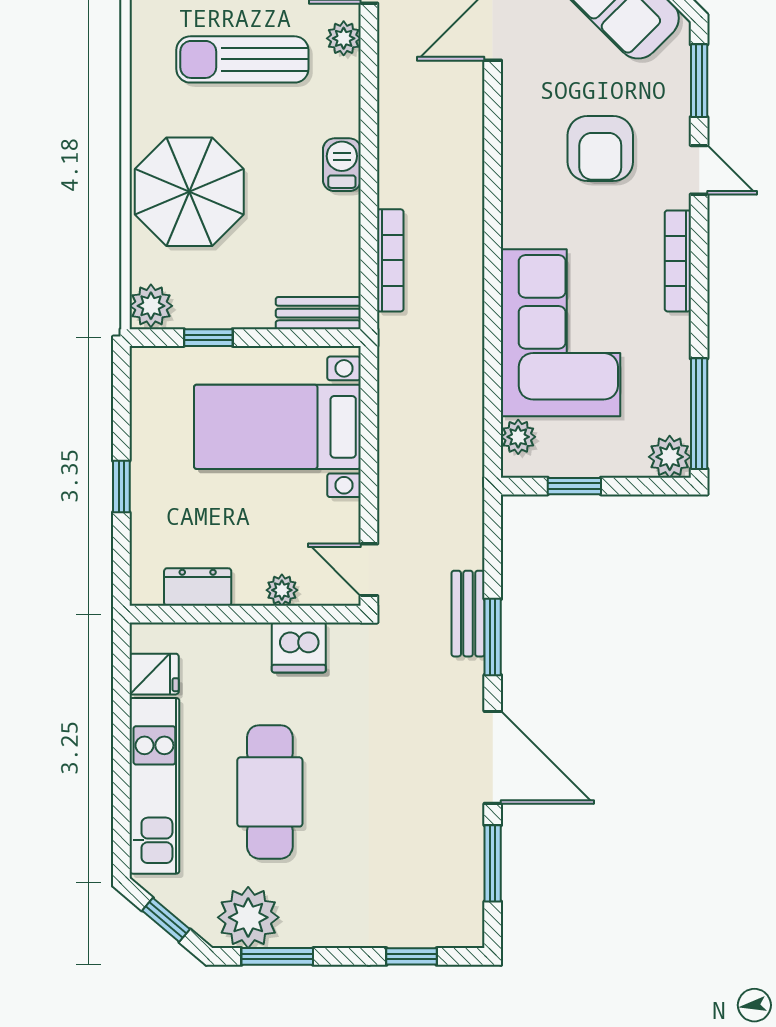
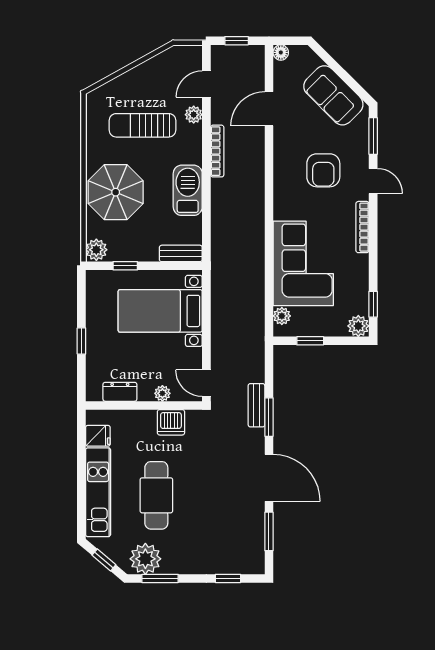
barbecue: (342, 165) -> (188, 190), width x1.88, depth x1.53
bookcase: (390, 260) -> (217, 151), moved
window: (699, 414) -> (373, 304), width x0.46

